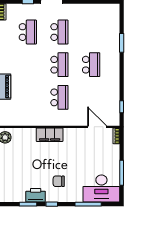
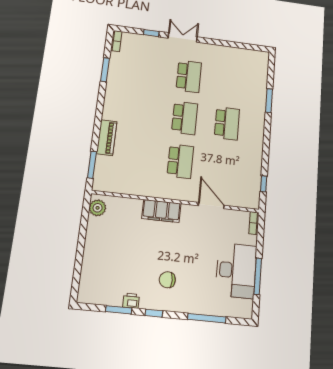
school desk: (28, 32) -> (147, 71), removed
door: (97, 127) -> (211, 206), moved
desk: (101, 188) -> (236, 270), moved, turned -90
printer: (36, 195) -> (131, 301), width x0.53, depth x0.68

